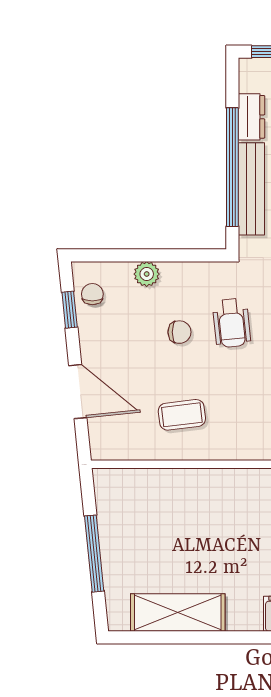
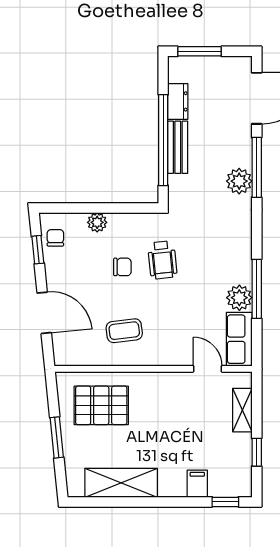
bench: (251, 189) -> (178, 147), width x0.73
pallet: (152, 512) -> (101, 405), added
window: (94, 554) -> (57, 437), width x0.69

